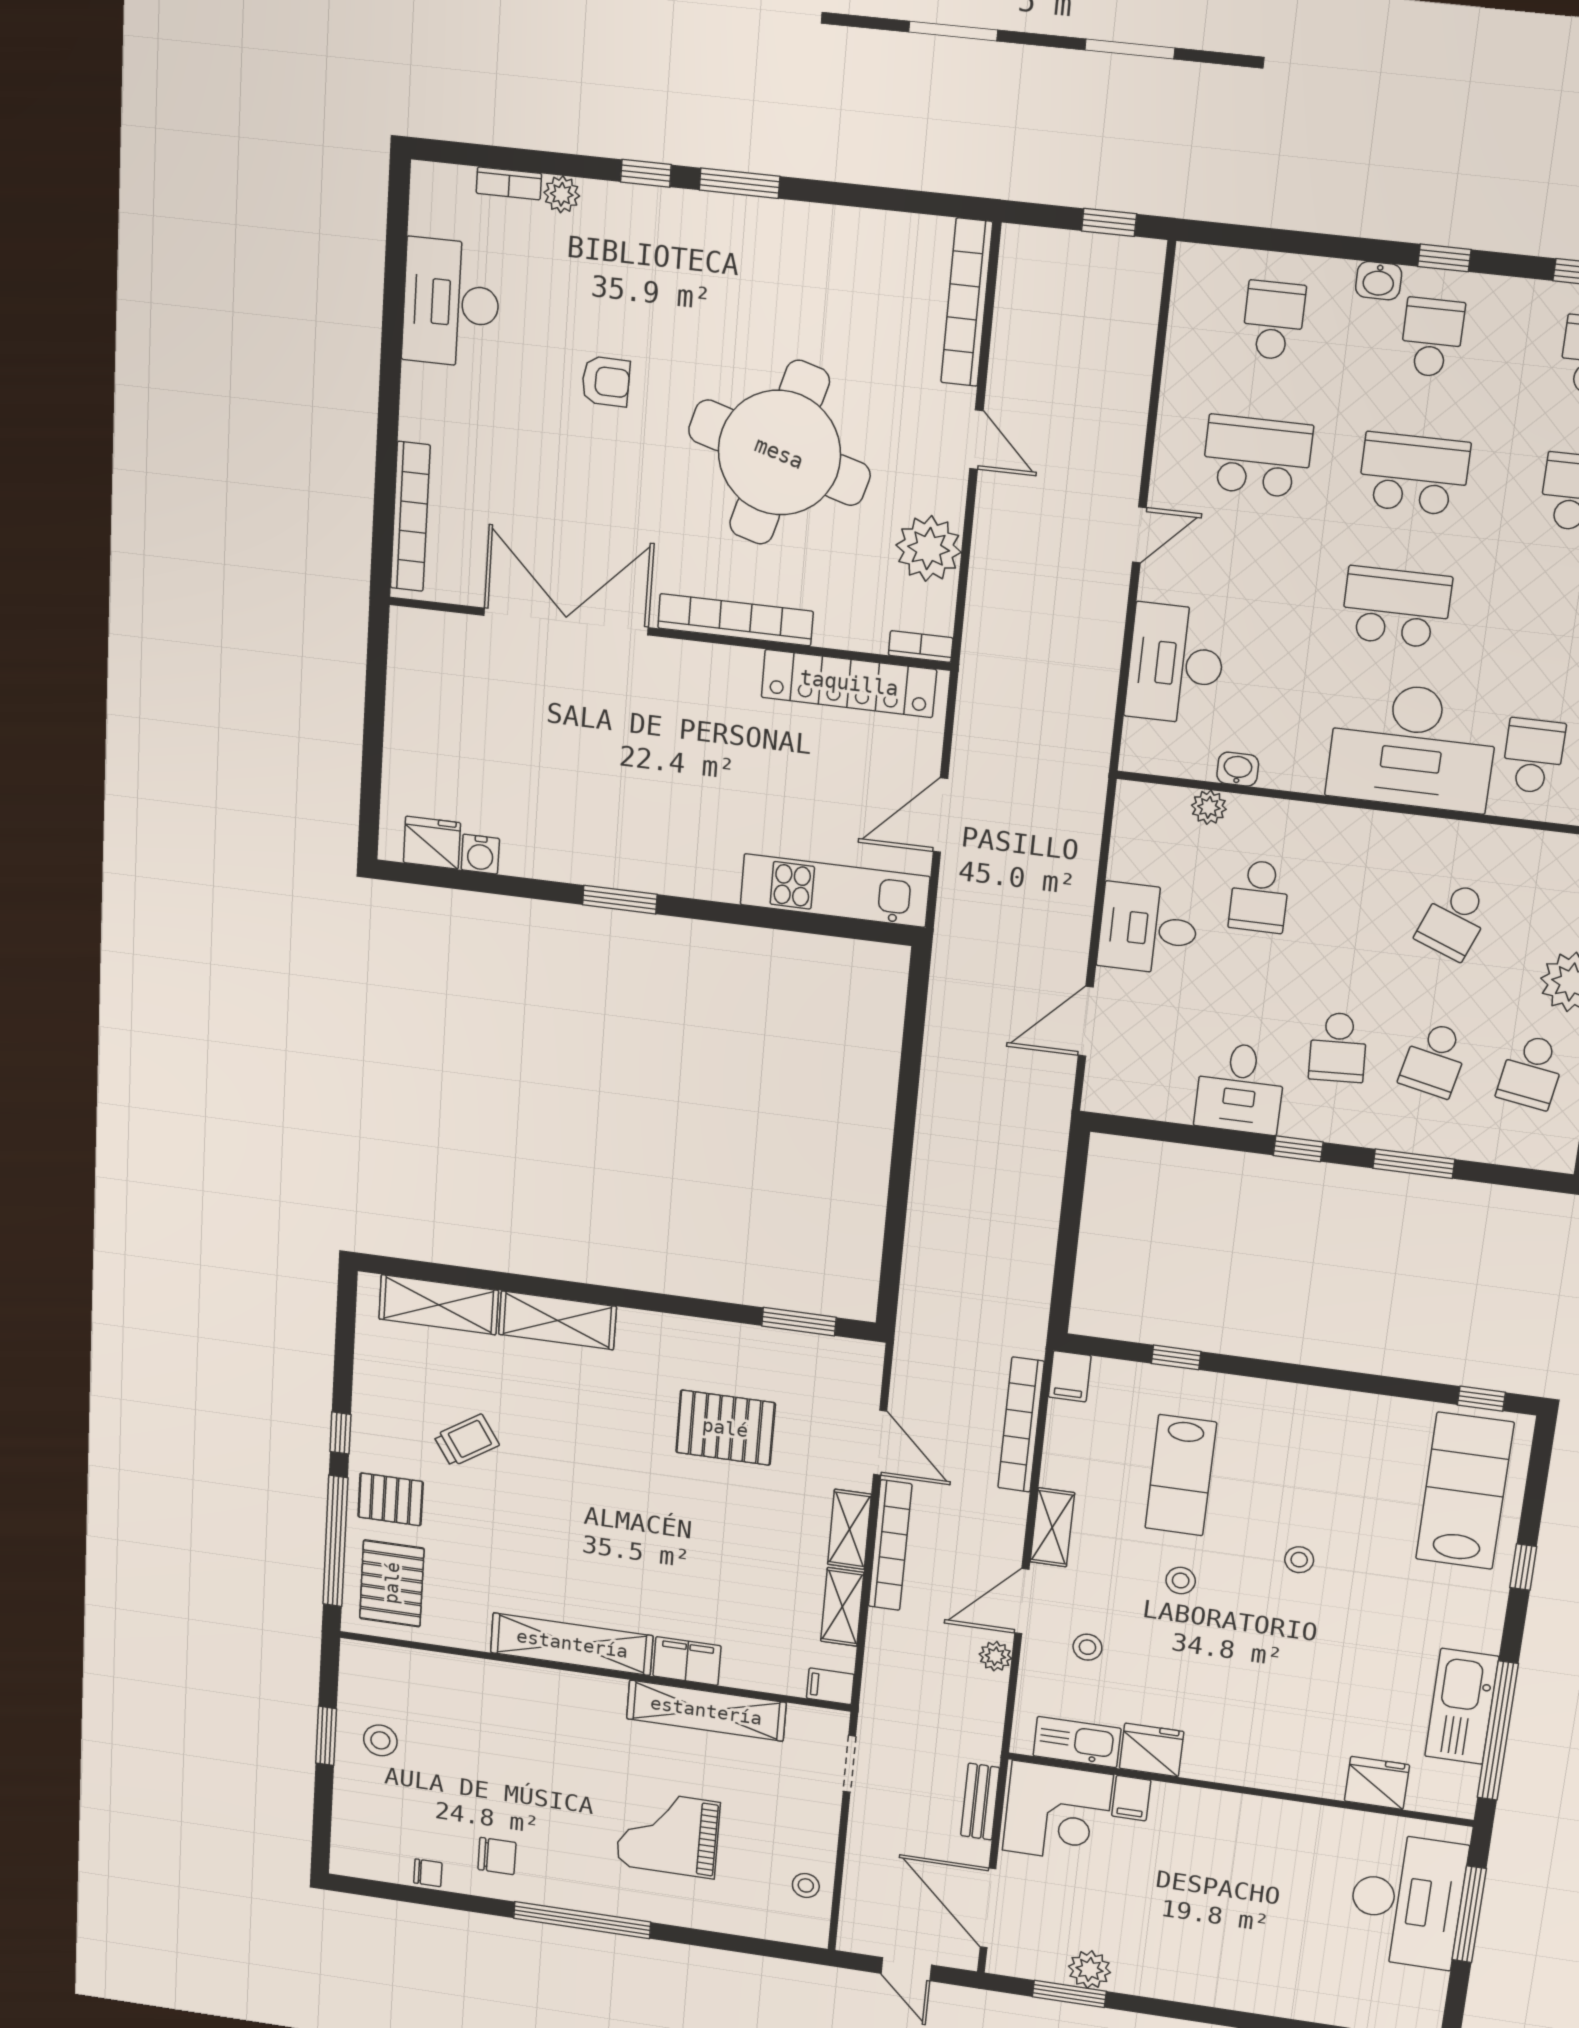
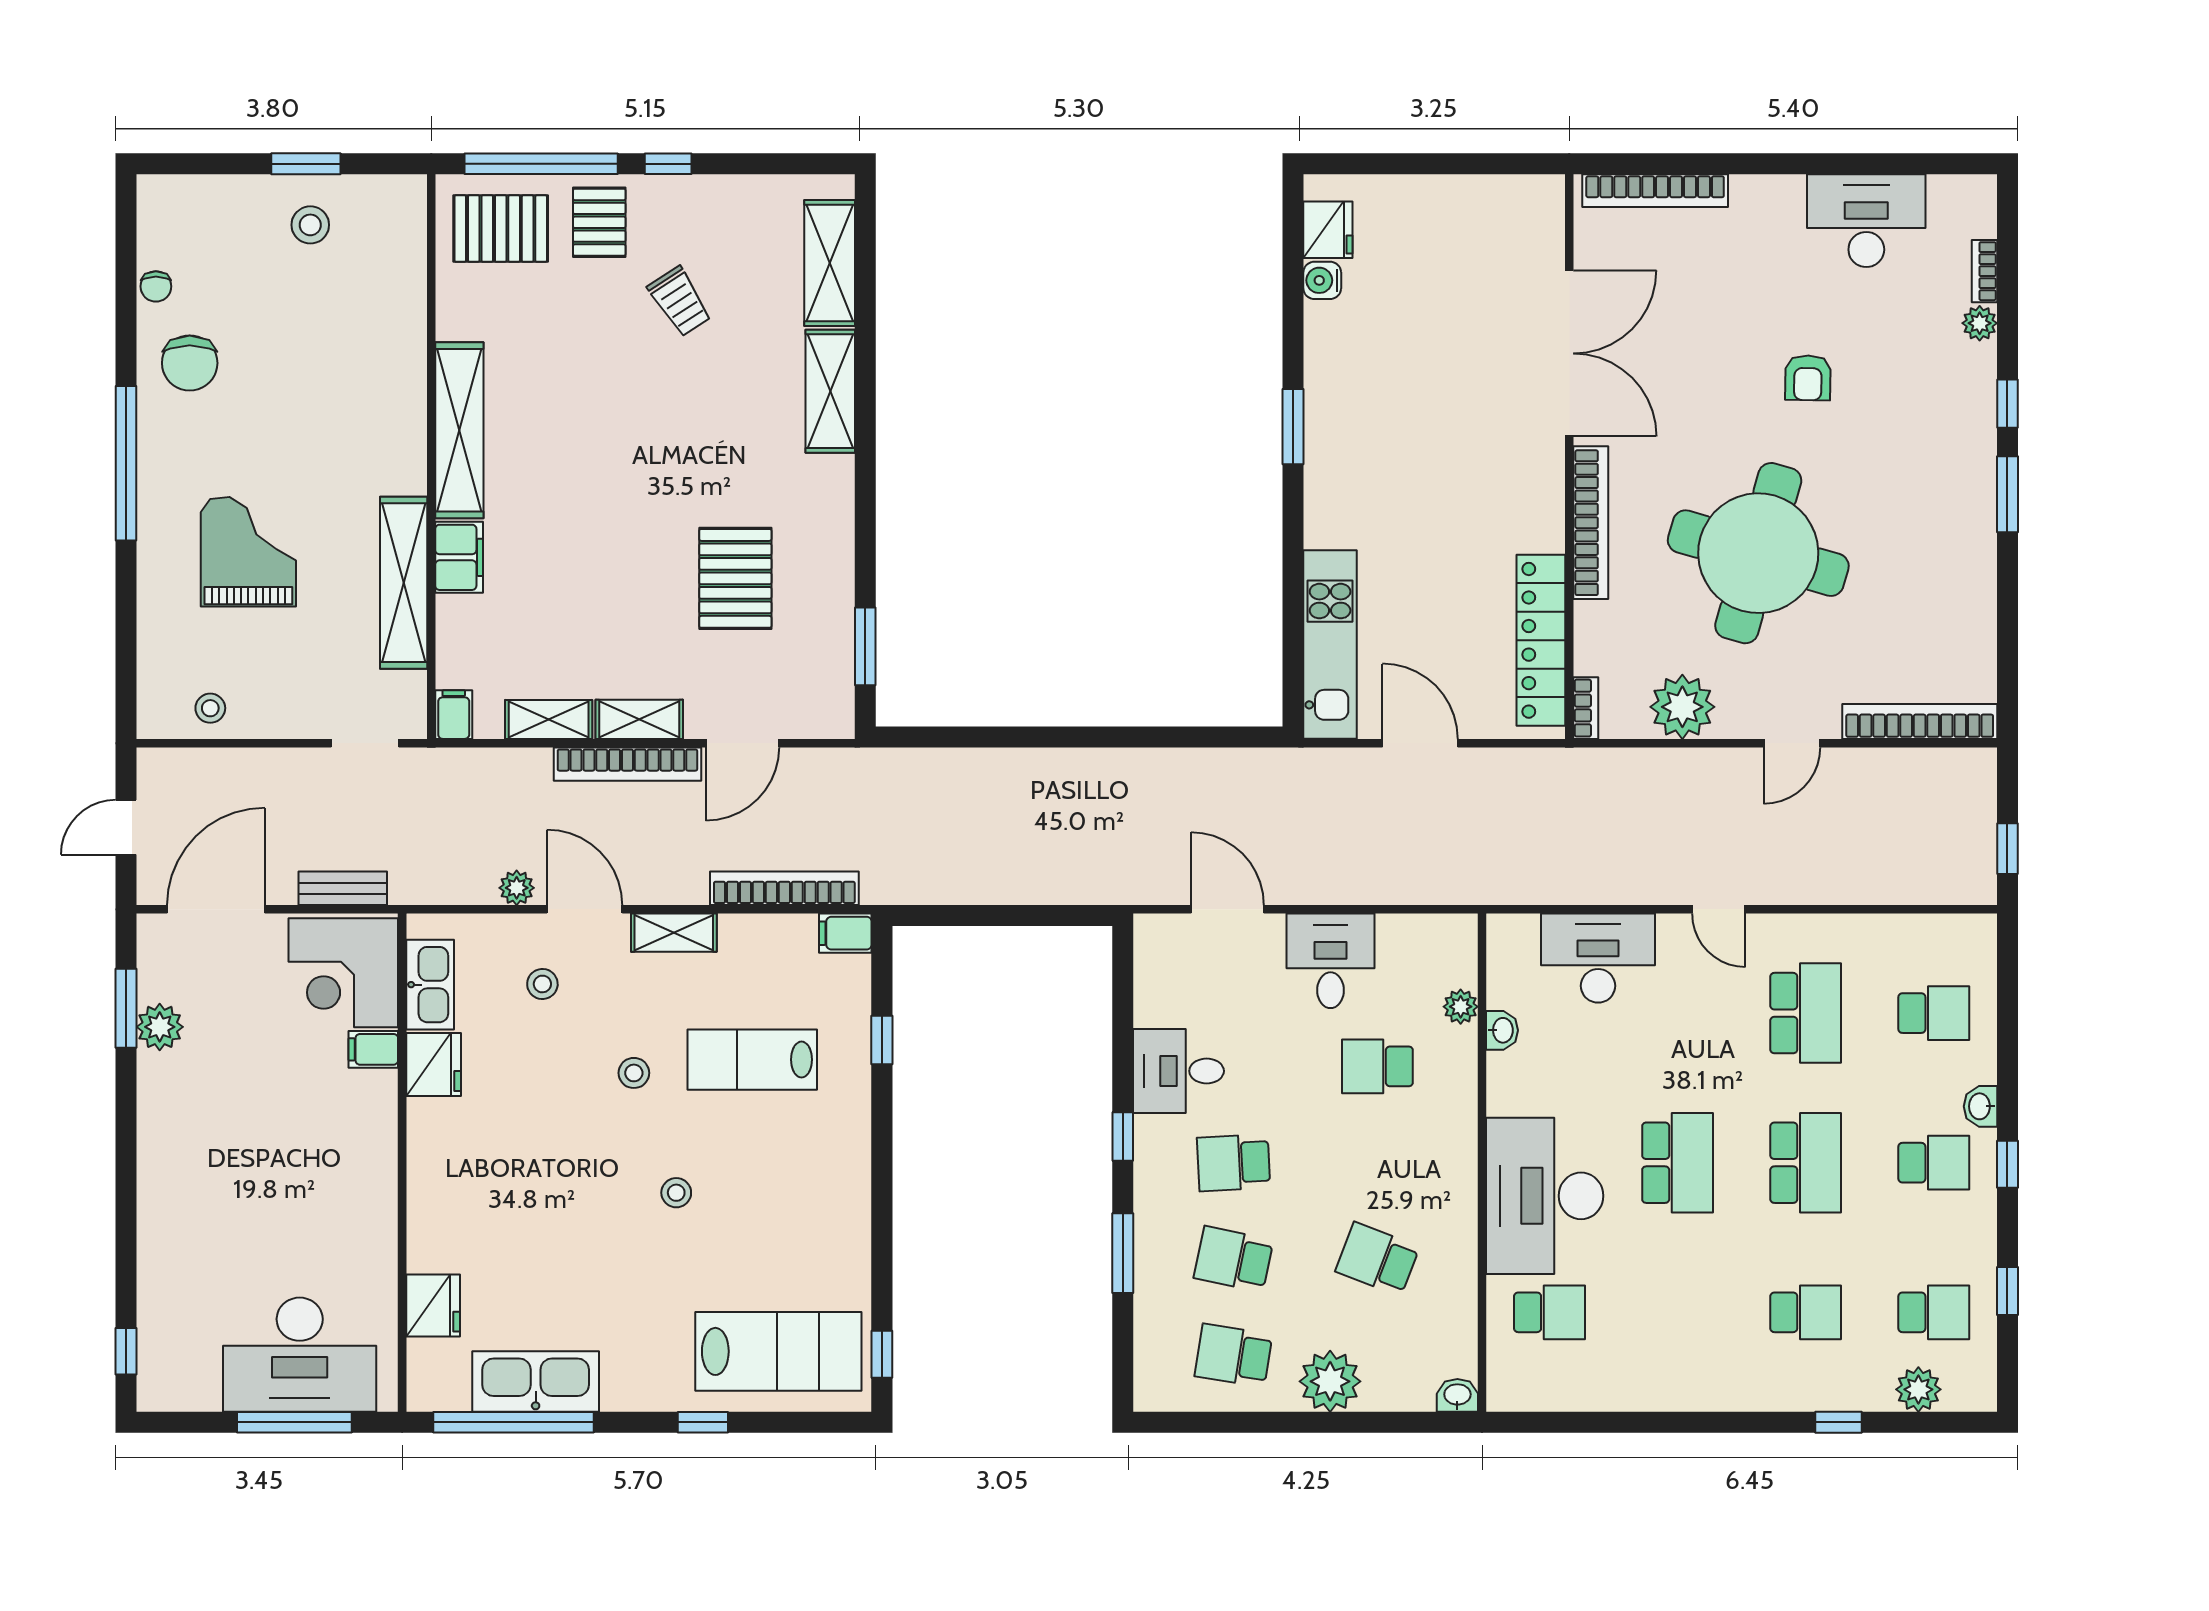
chair: (497, 1856) -> (190, 363), width x1.37, depth x1.37

